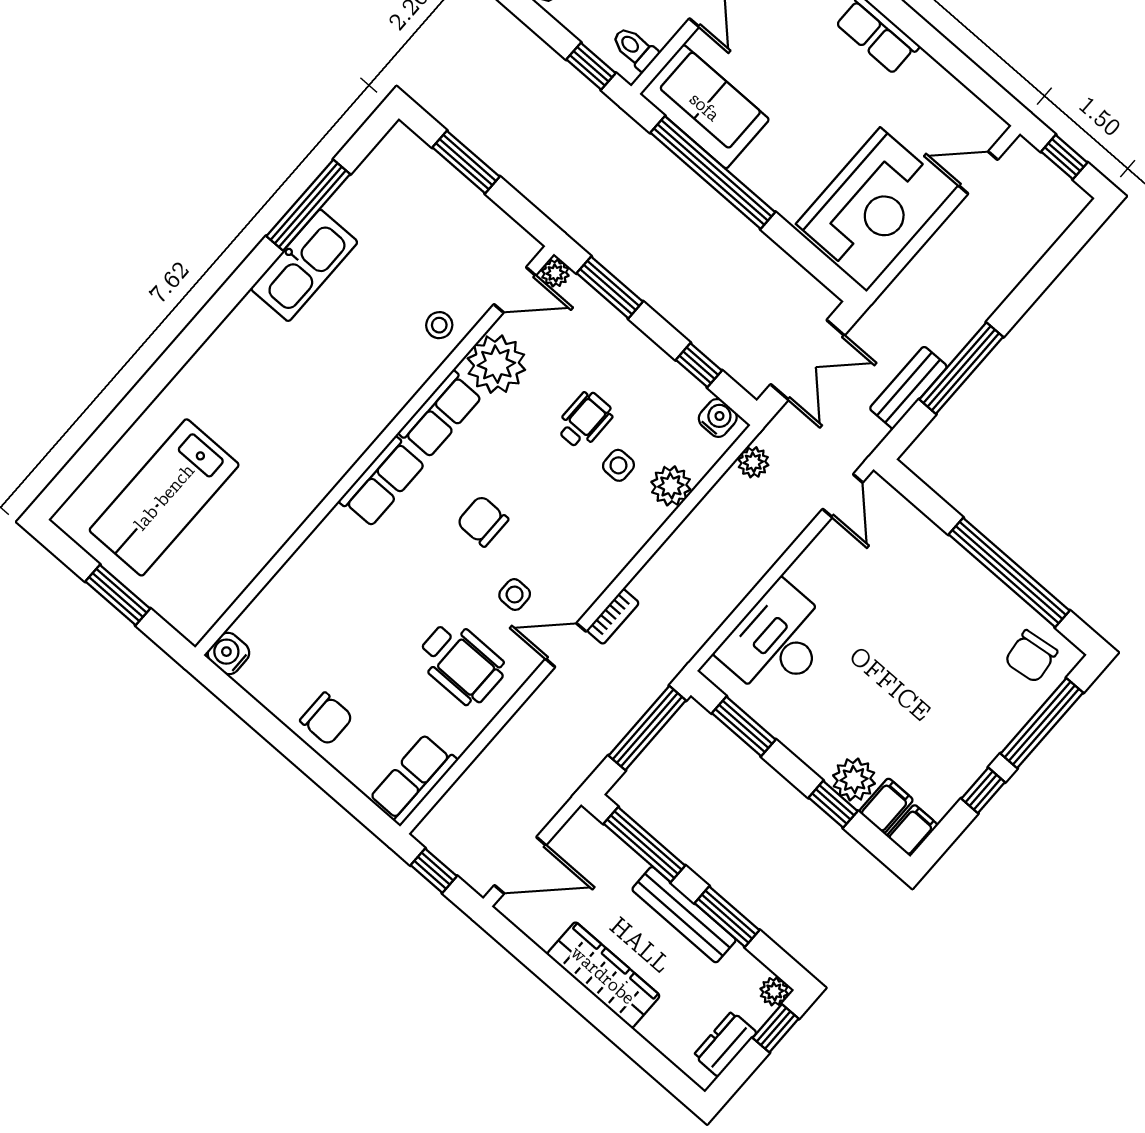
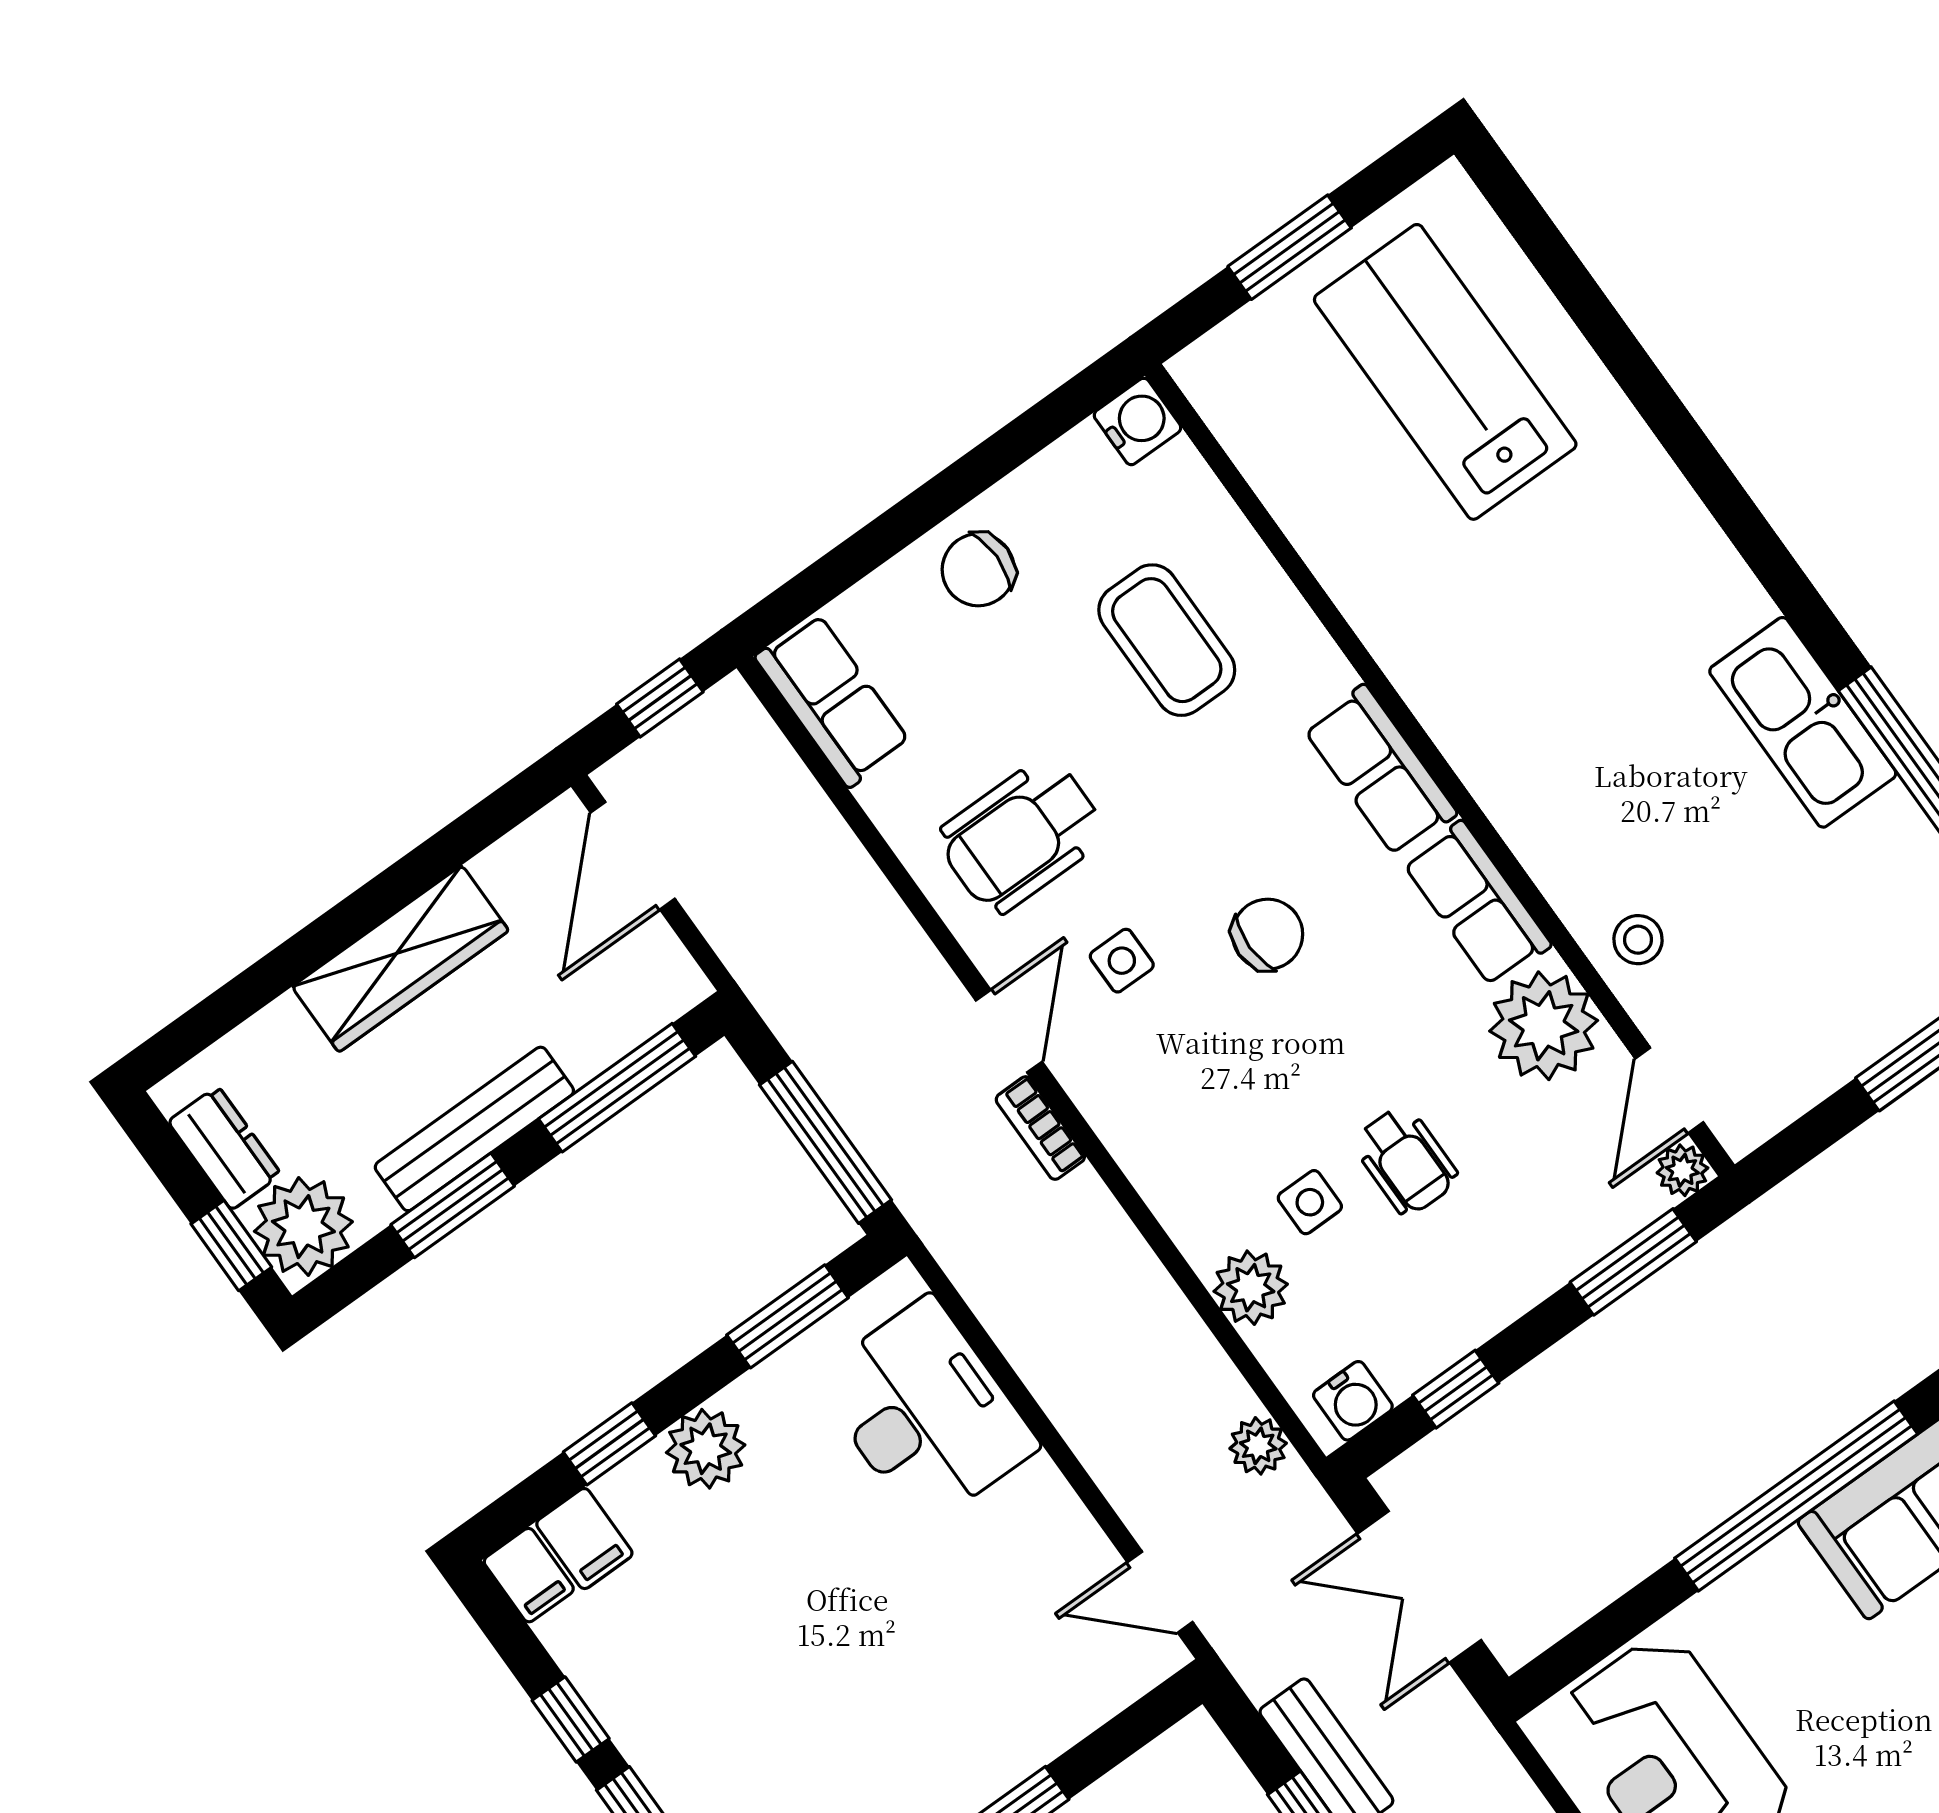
coffee table: (340, 611) -> (1167, 640), added
plant: (854, 779) -> (706, 1449), moved
plant: (774, 991) -> (303, 1227), width x1.87, depth x1.87

